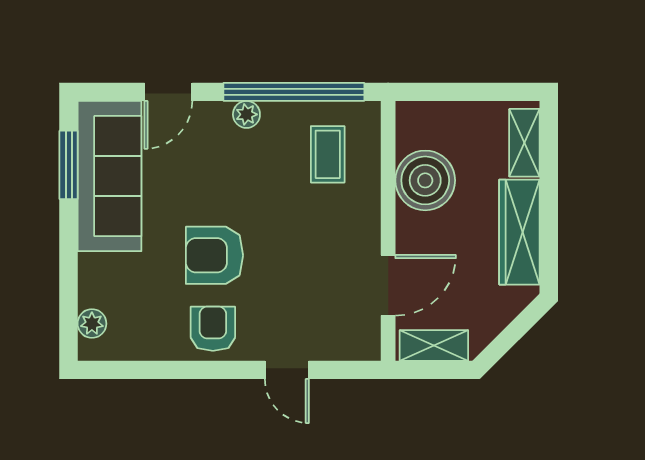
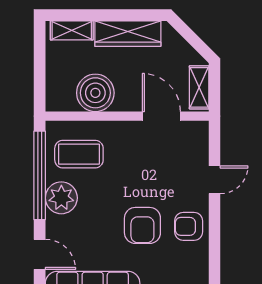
plant: (246, 114) -> (61, 198), width x1.88, depth x1.88
coffee table: (328, 154) -> (79, 154), width x1.36, depth x1.30

